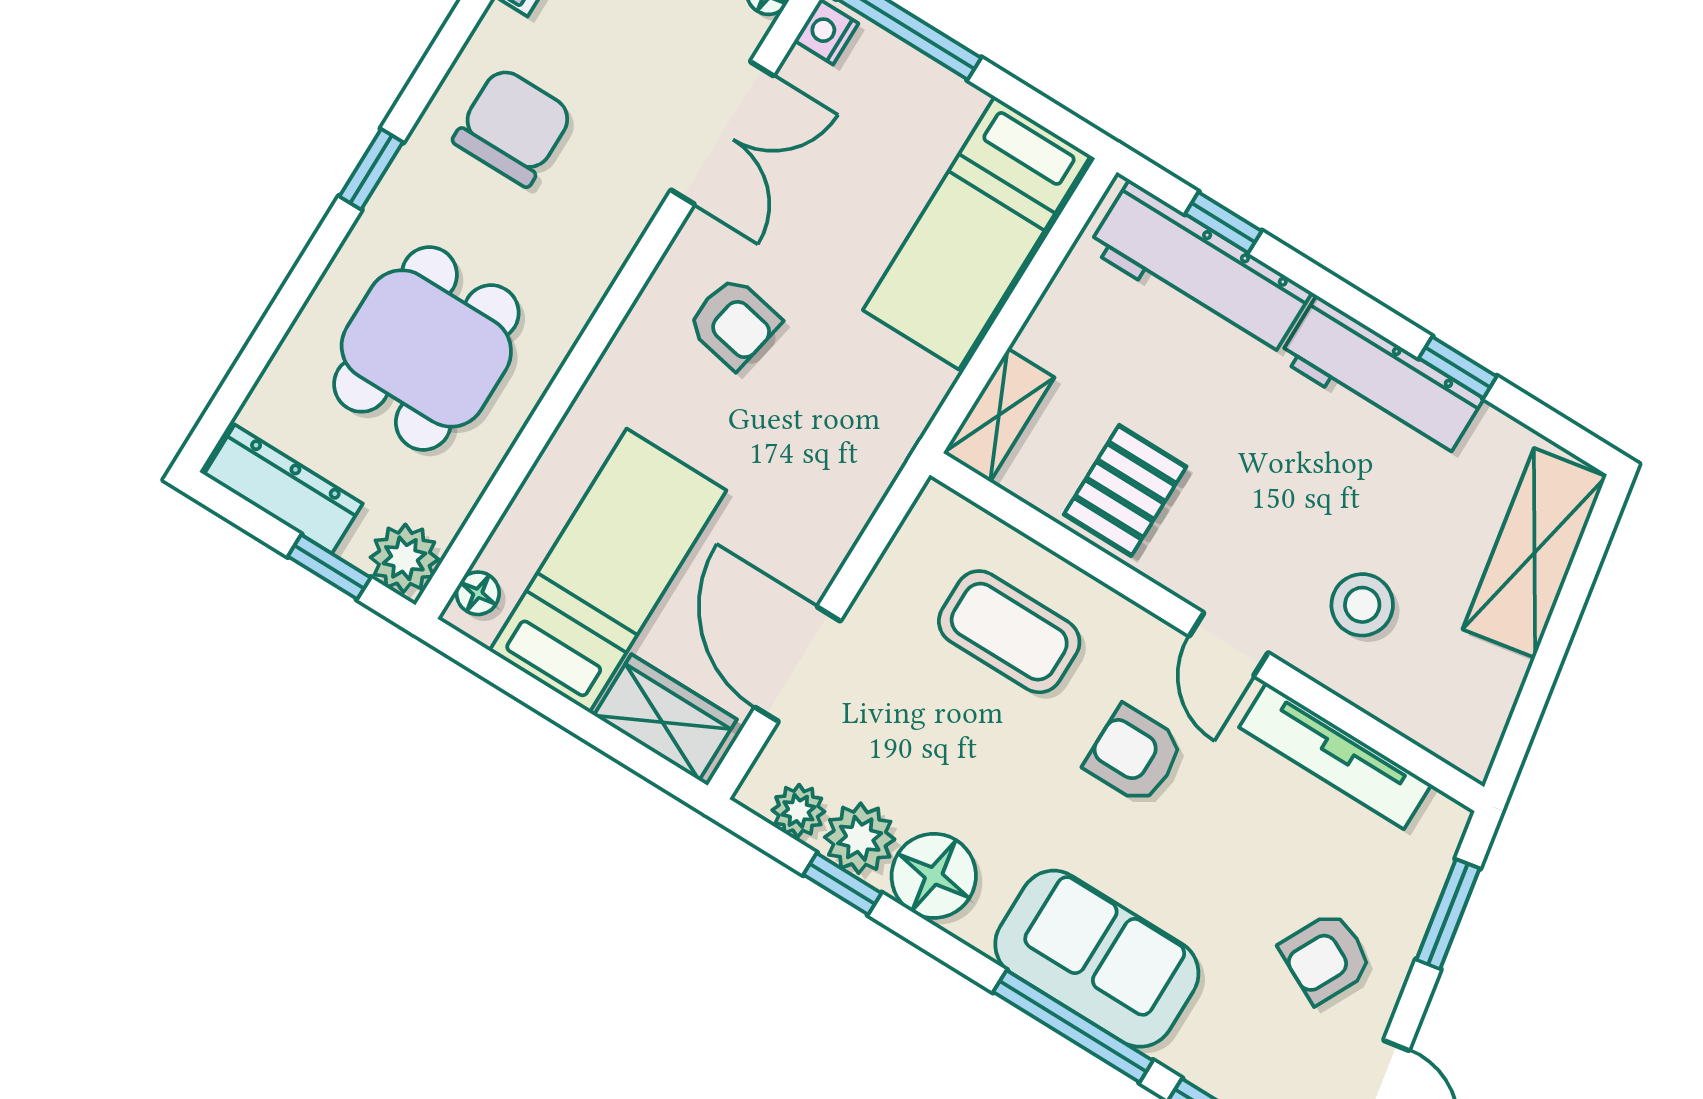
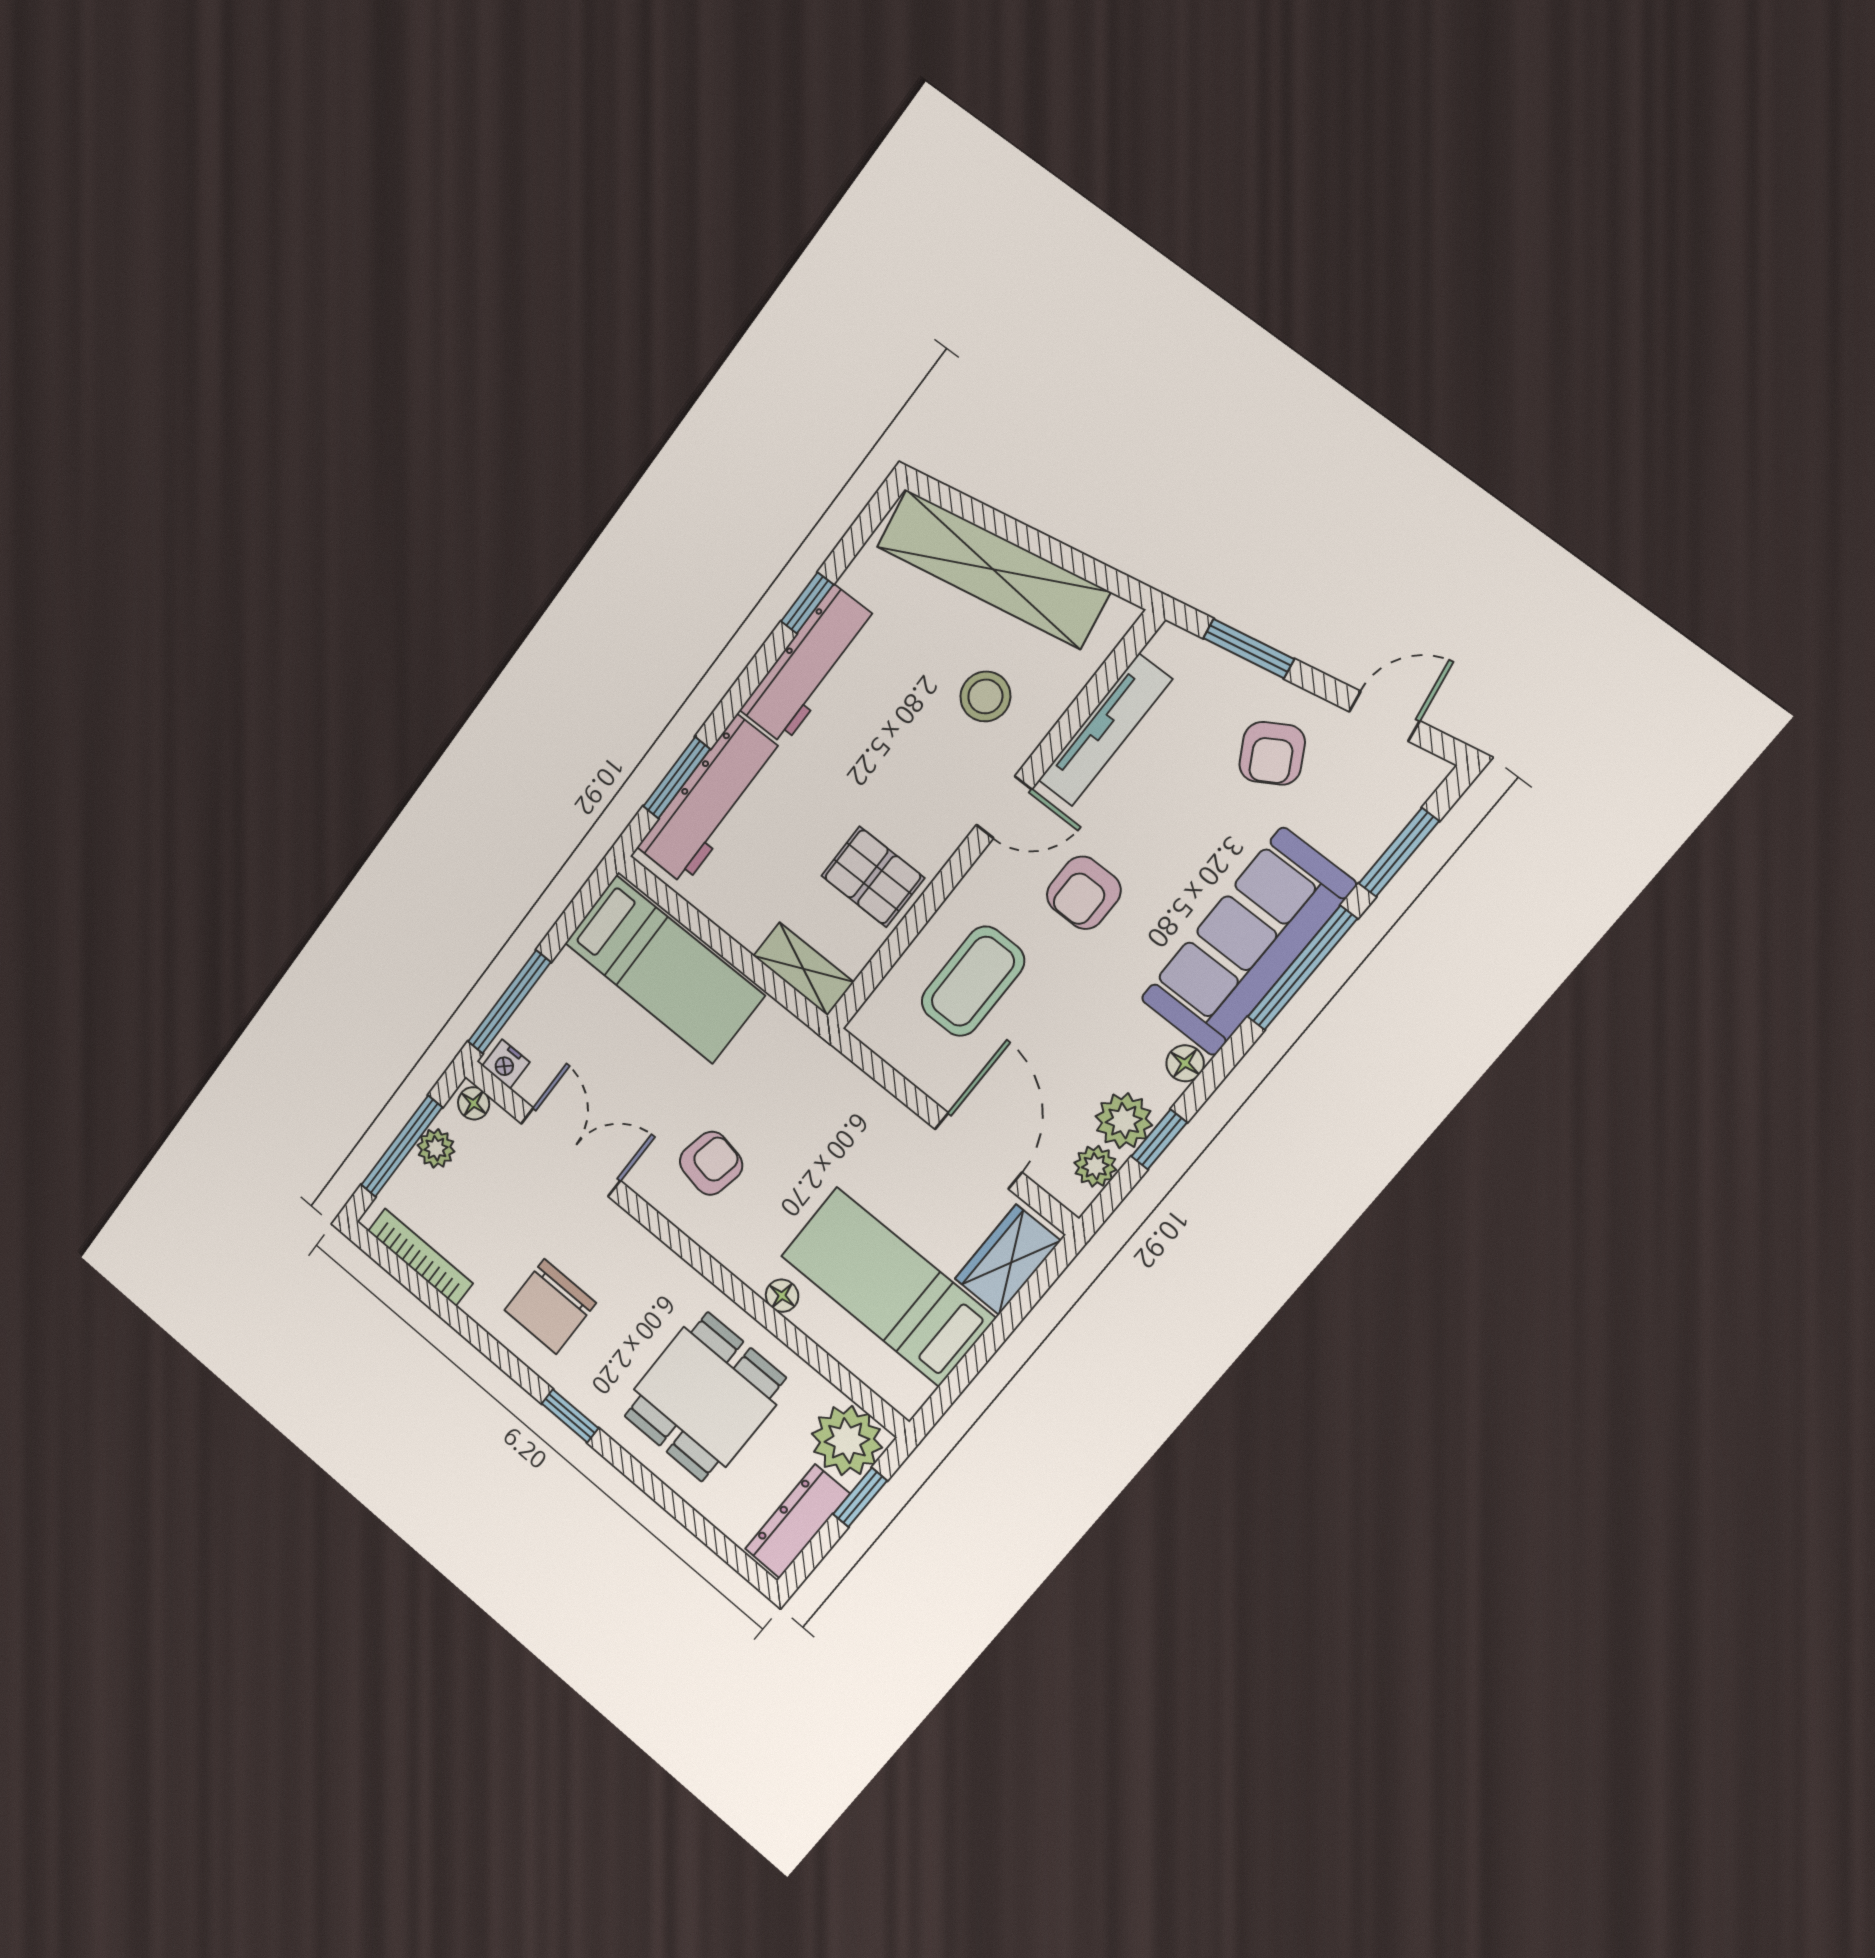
chair: (513, 127) -> (550, 1307), turned -90
window: (1223, 223) -> (677, 778), width x1.50
dining table: (426, 348) -> (705, 1397), turned 90
shelving: (1534, 553) -> (993, 569), width x1.47
plant: (404, 558) -> (847, 1441), width x1.36, depth x1.36
floor lamp: (478, 593) -> (782, 1296), moved
door: (798, 664) -> (978, 1151), swing flipped
floor lamp: (934, 876) -> (1185, 1063), width x0.53, depth x0.53
armchair: (1326, 958) -> (1272, 753), turned 33
sofa: (1097, 959) -> (1248, 942), width x1.36

